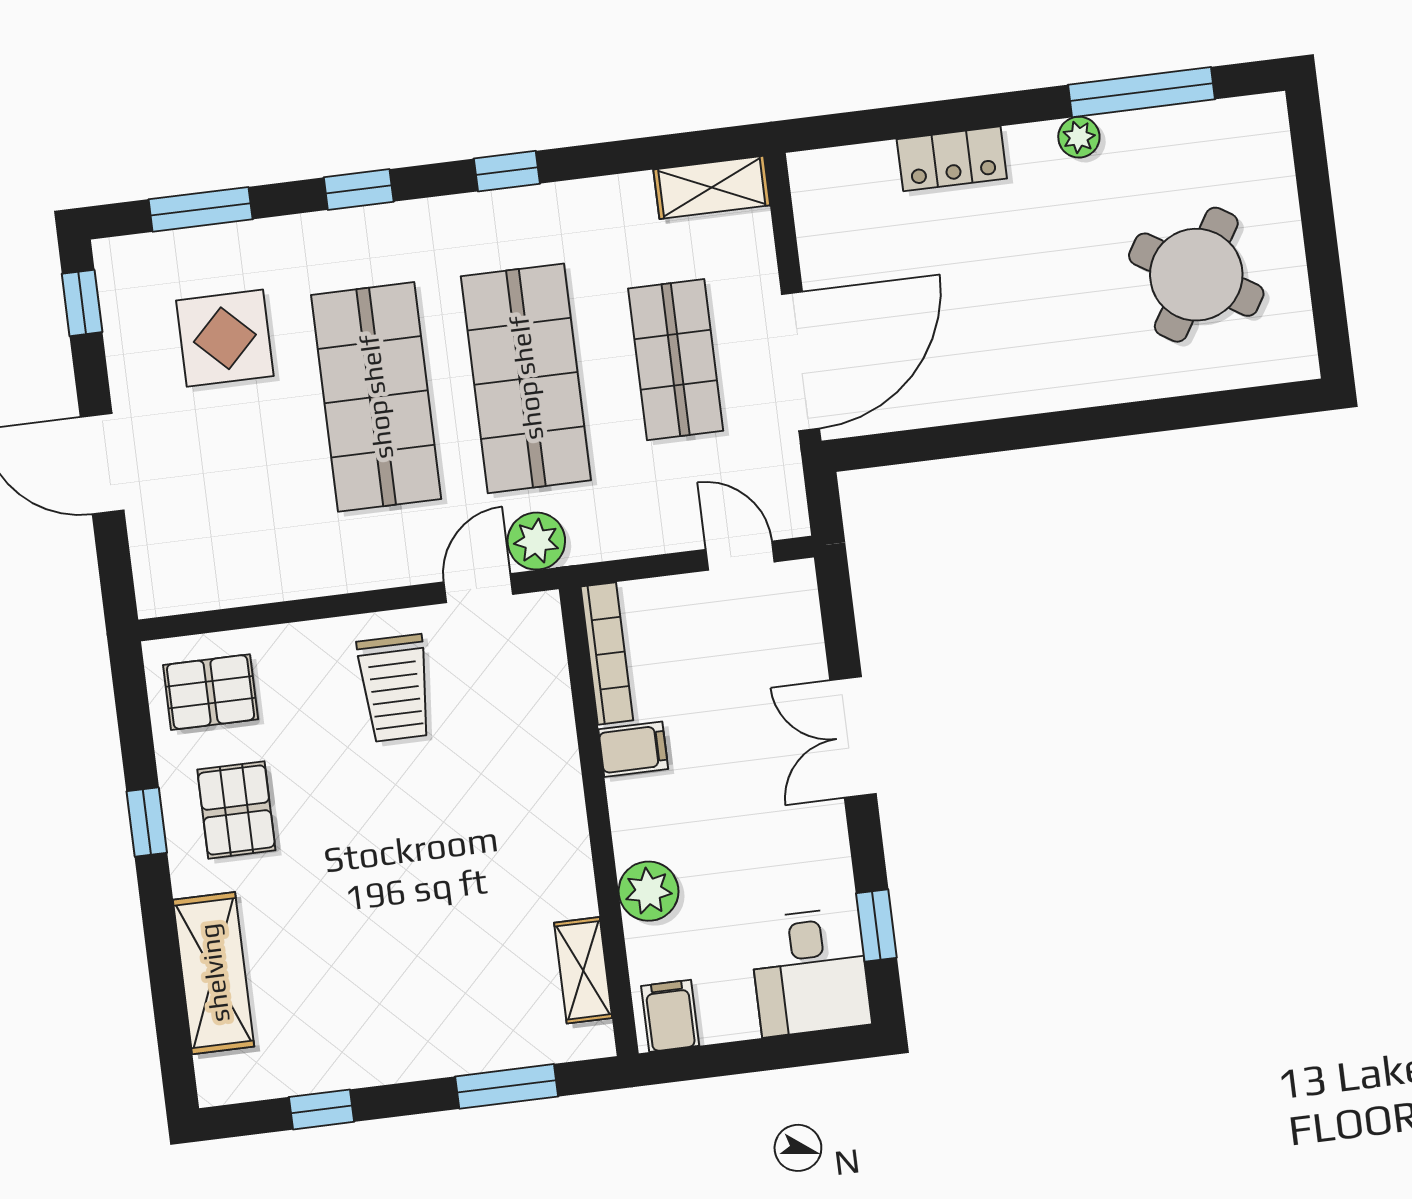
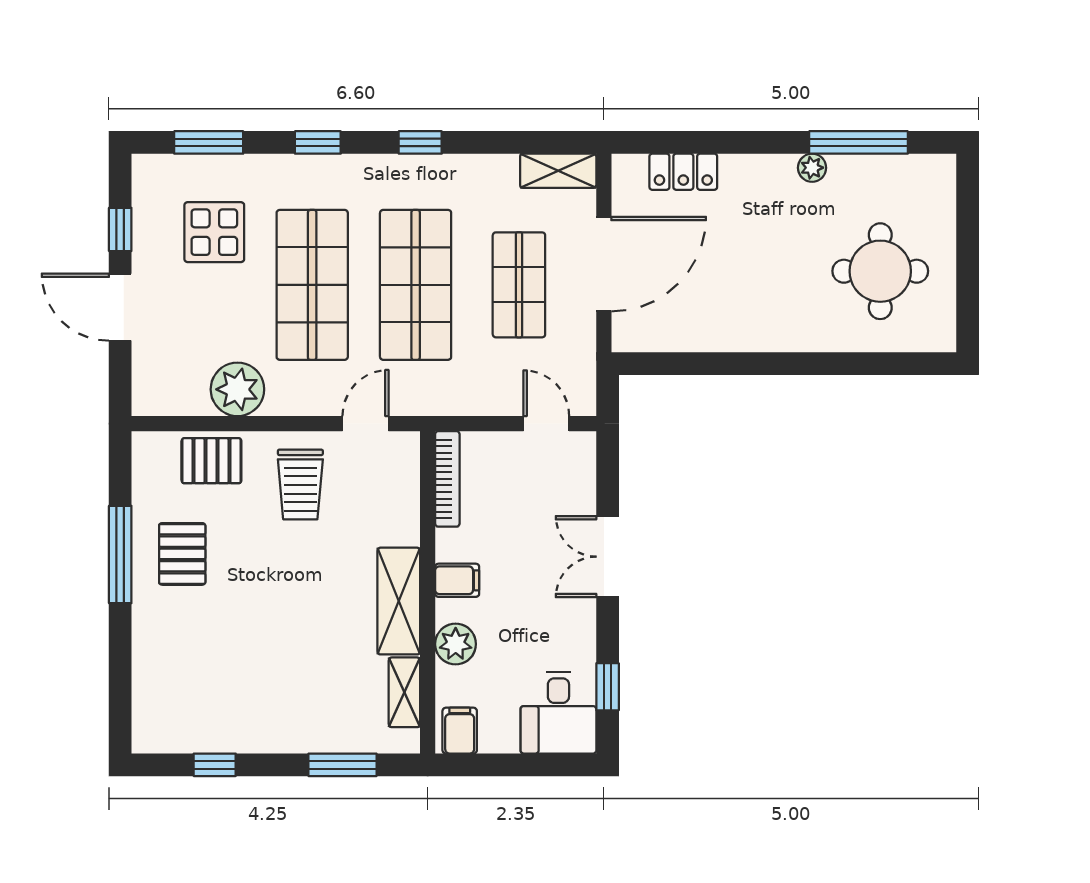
locker: (952, 159) -> (683, 172), moved
round table: (1196, 275) -> (880, 271), turned -32
window: (82, 303) -> (120, 229), moved
door: (801, 361) -> (604, 264), moved
plant: (536, 541) -> (237, 389), moved, width x1.36, depth x1.36
pallet: (211, 692) -> (211, 461), moved
filing cabinet: (633, 749) -> (457, 580), moved
window: (147, 822) -> (120, 555), width x2.17
shelving: (214, 973) -> (399, 601), moved

